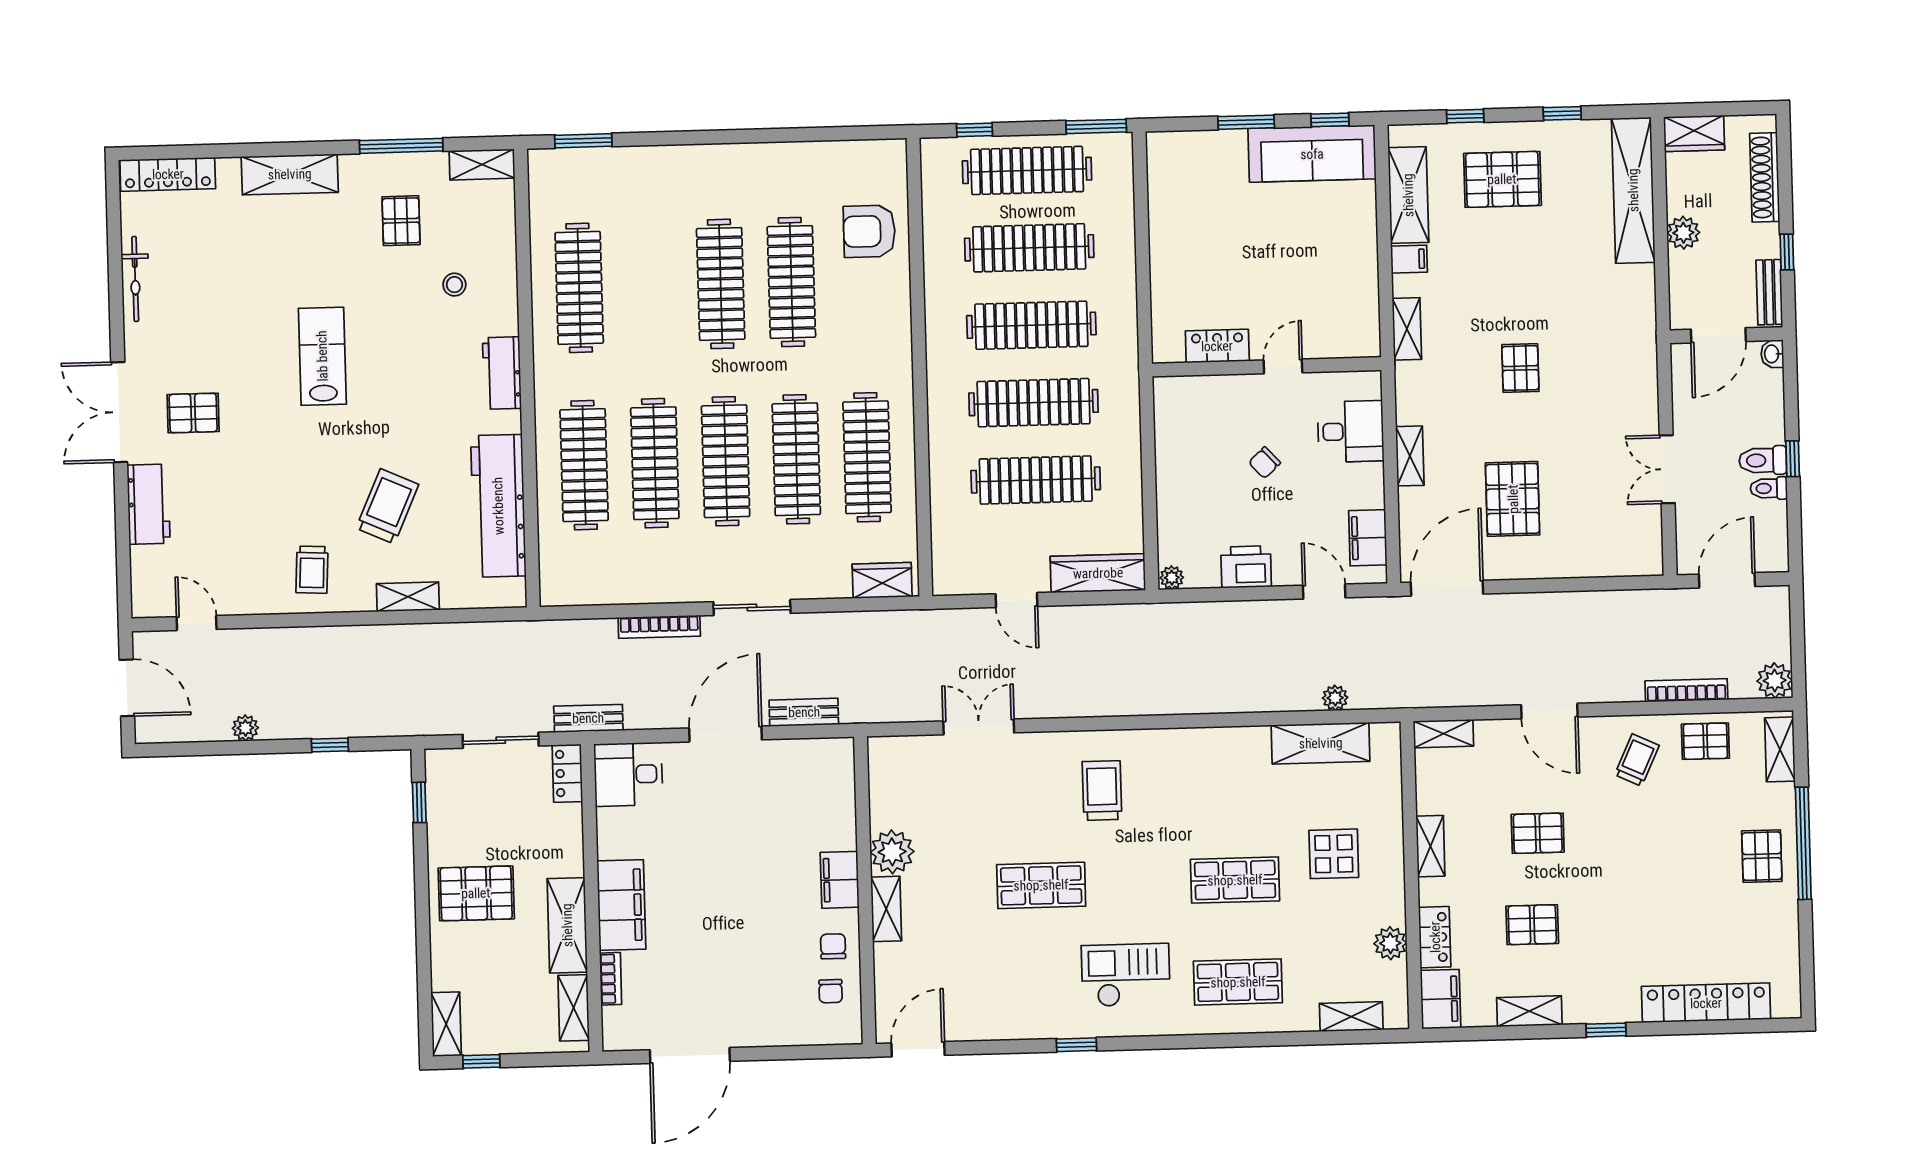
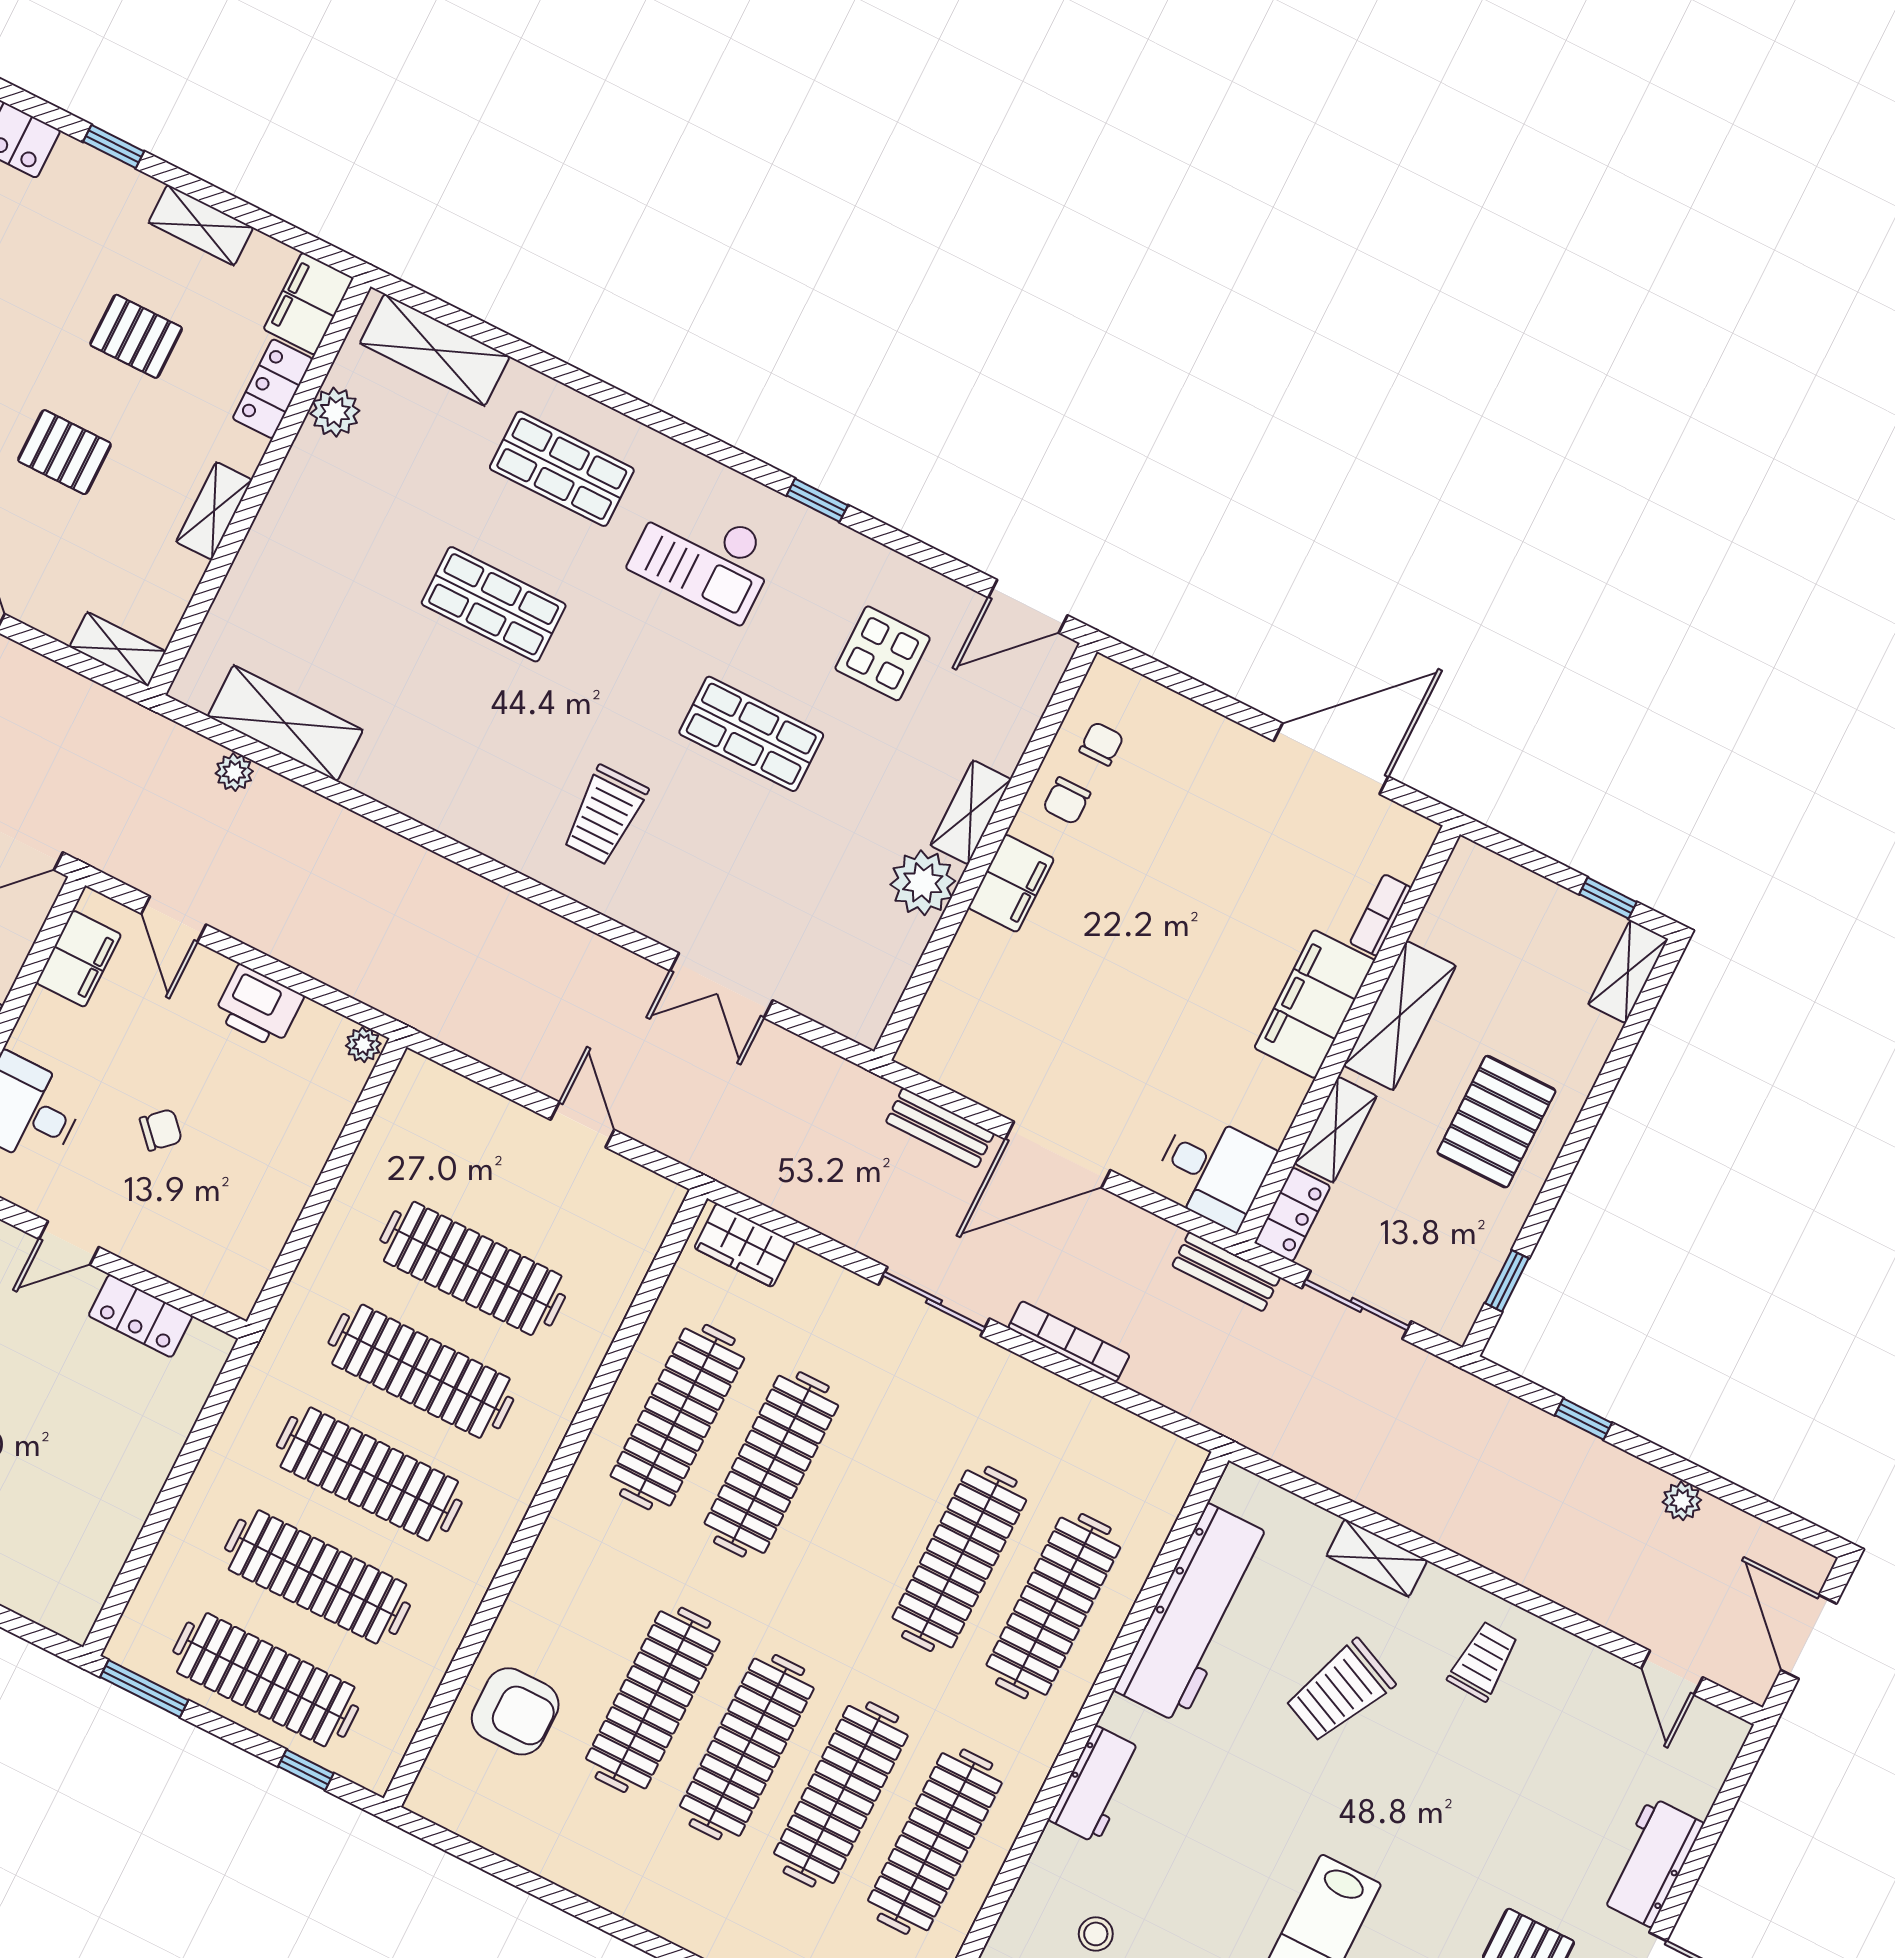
clothes rail: (726, 461) -> (841, 1794), moved
wardrobe: (1098, 573) -> (457, 1102), removed
display table: (1334, 854) -> (883, 653), moved
pallet: (476, 893) -> (1496, 1122), turned 90
shelving: (574, 1008) -> (1336, 1130), moved
shelving: (1351, 1017) -> (435, 350), width x1.50, depth x1.33

